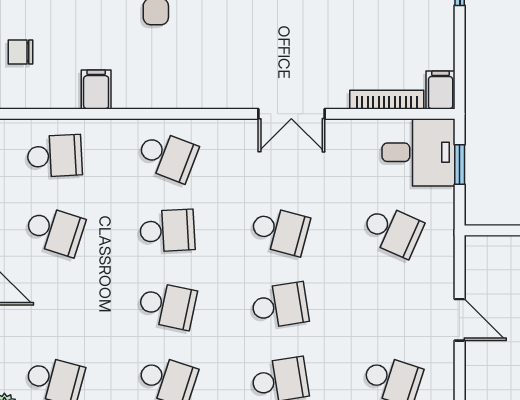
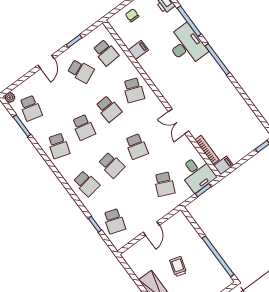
school desk: (55, 231) -> (81, 71), turned -42

